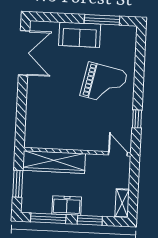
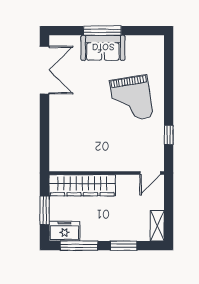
window: (102, 20) -> (102, 31), moved
grand piano: (104, 84) -> (131, 99), turned 69
door: (118, 154) -> (150, 173), swing flipped
freezer: (67, 206) -> (64, 231), moved

